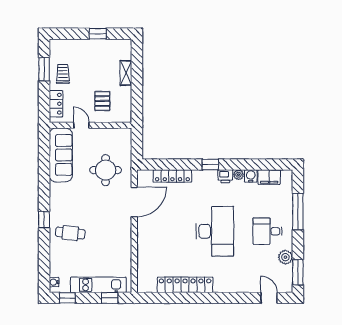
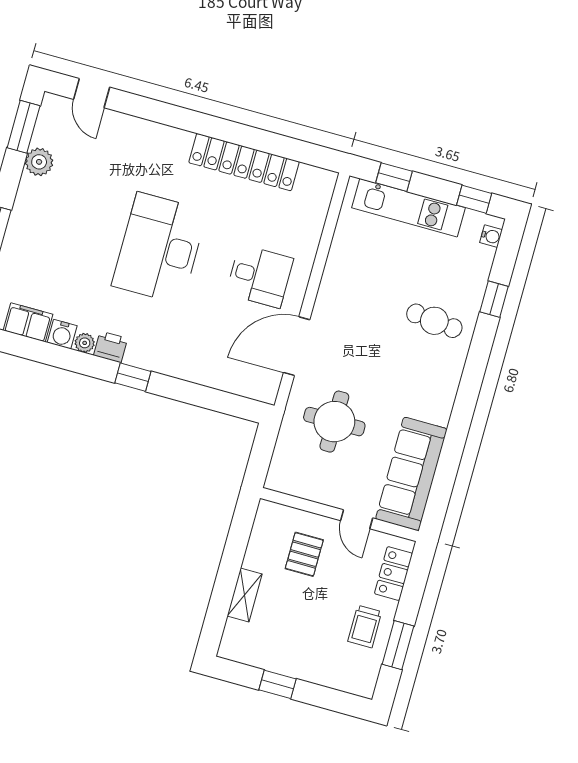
locker: (172, 176) -> (211, 375), removed
window: (44, 220) -> (494, 299), moved
desk: (268, 231) -> (260, 276), moved

